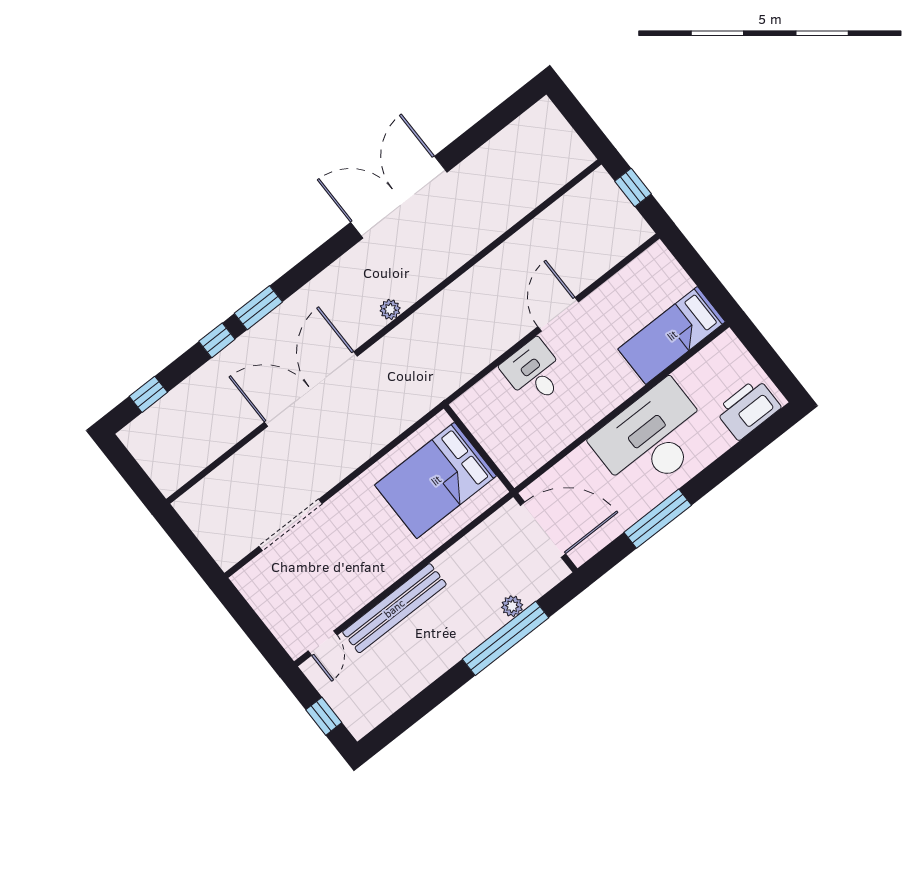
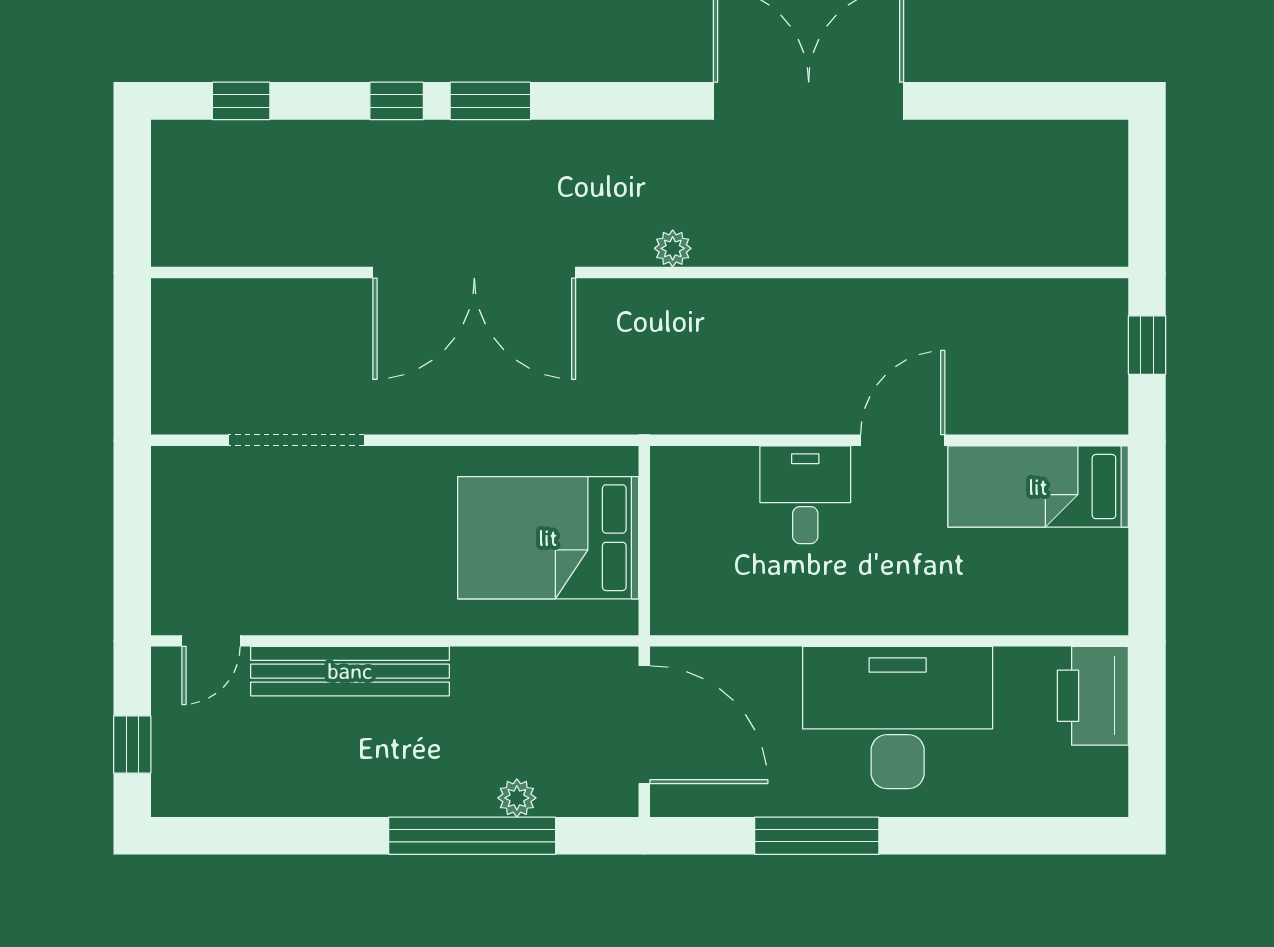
bed: (672, 335) -> (1038, 487), moved
double door: (311, 389) -> (474, 272), swing flipped
printer: (748, 409) -> (1093, 696), moved, turned -90

